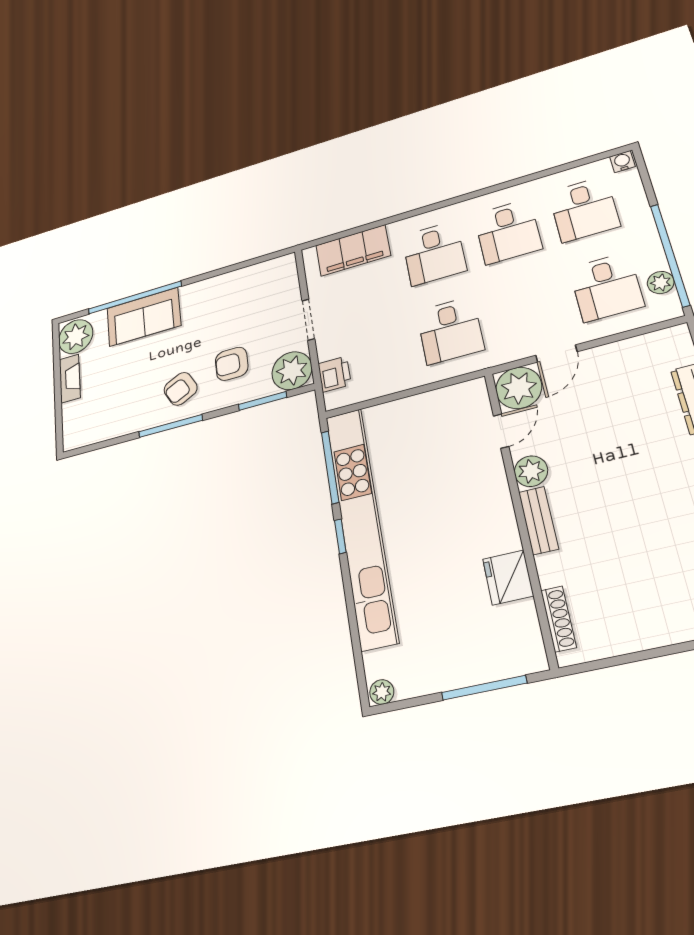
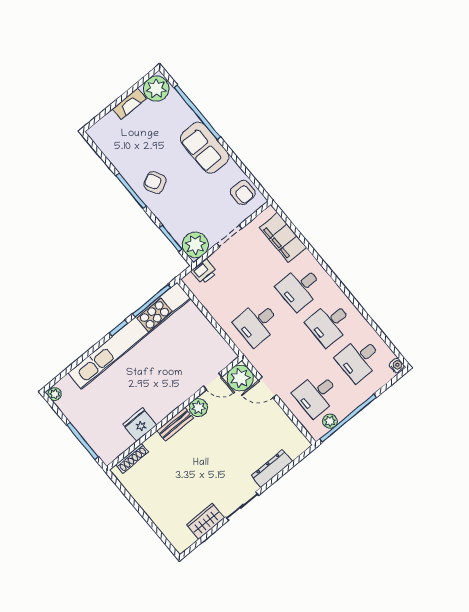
sofa: (144, 317) -> (205, 148), moved
armchair: (232, 364) -> (243, 192), moved, turned 180

